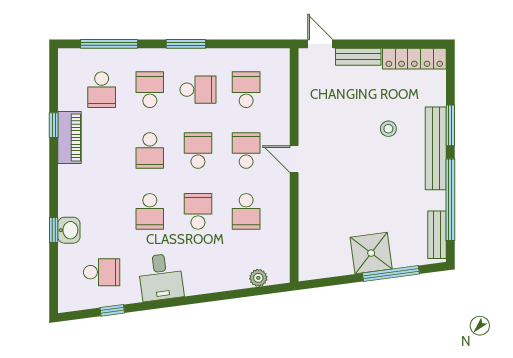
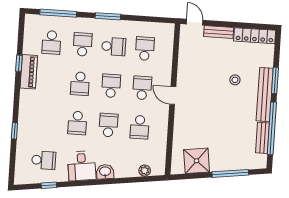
washbasin: (69, 230) -> (105, 172), moved, turned -98
bench: (437, 235) -> (263, 138), moved
shower: (371, 253) -> (197, 161), moved

